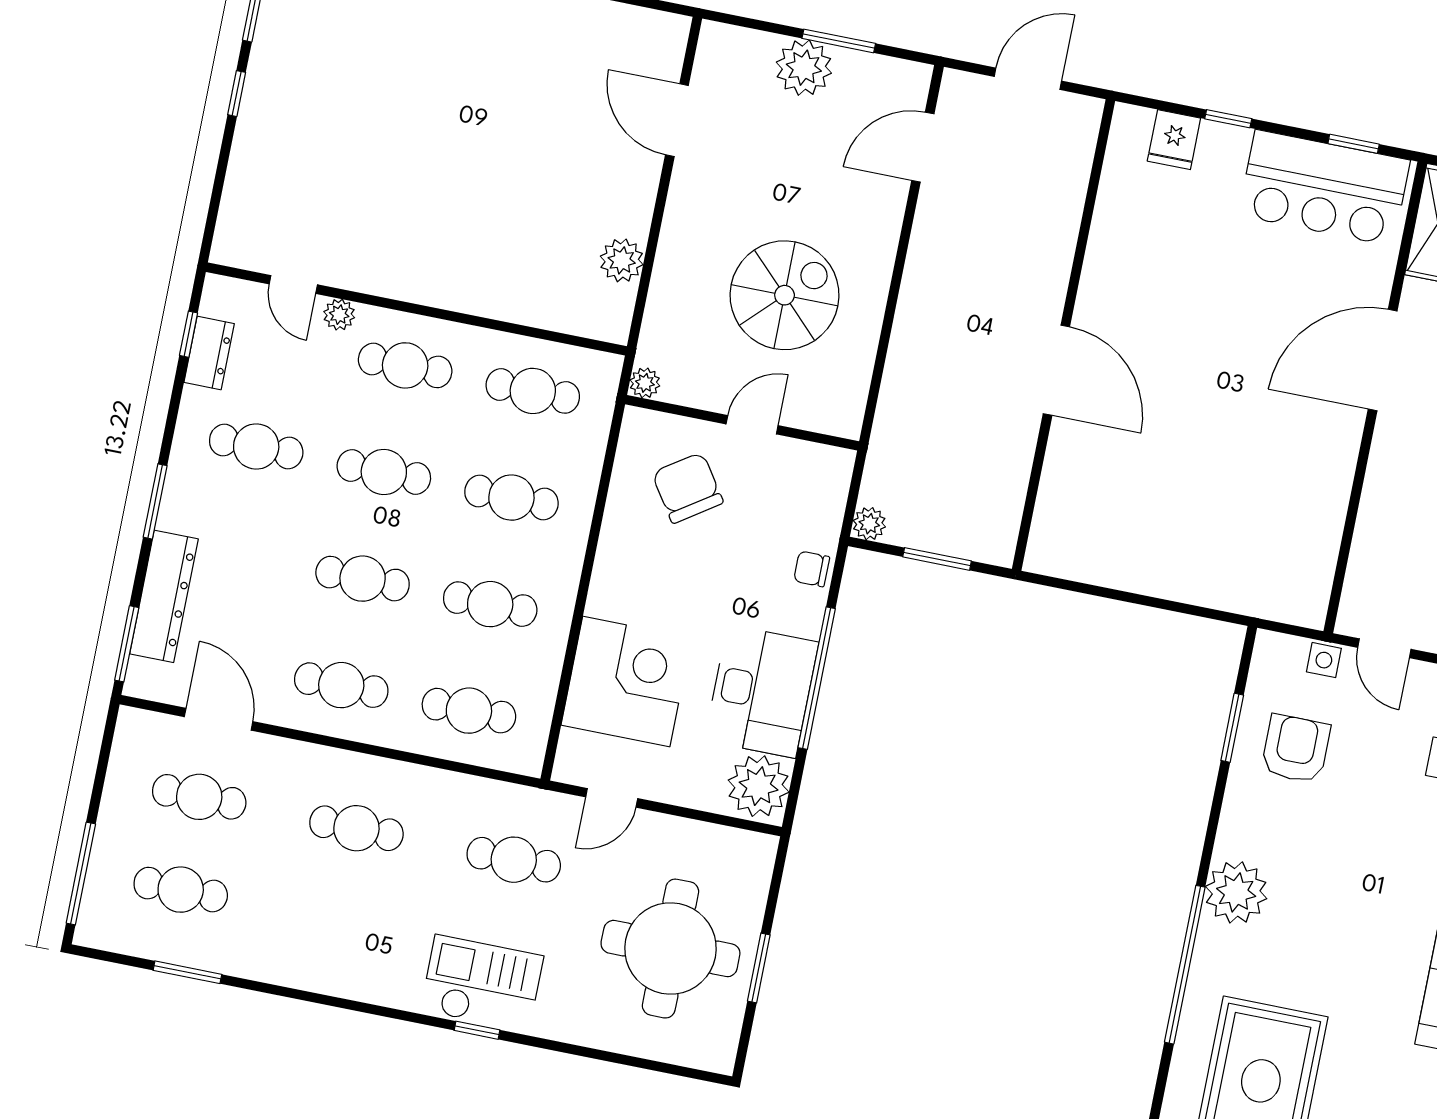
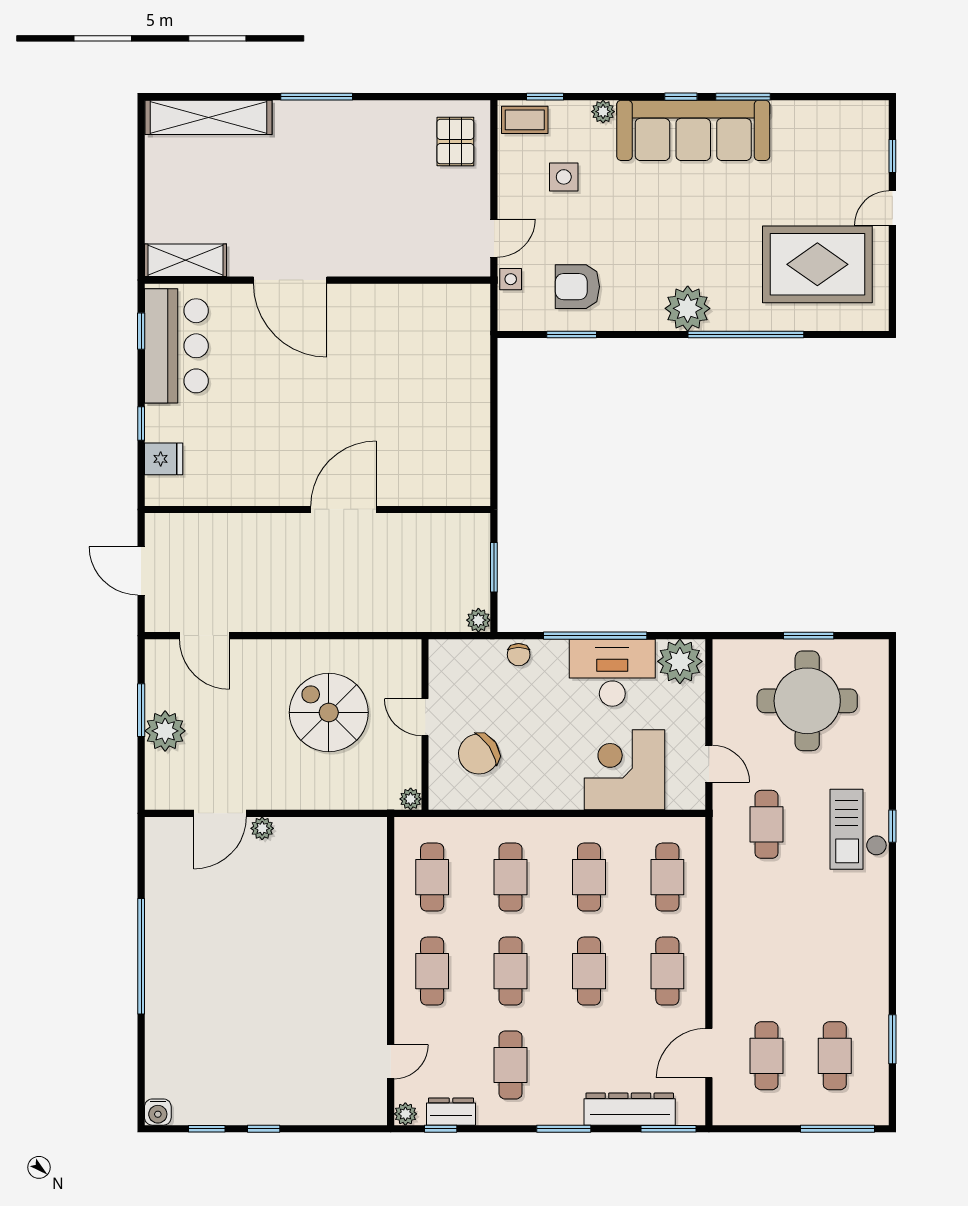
plant: (622, 260) -> (262, 828), moved, width x0.73, depth x0.73
plant: (339, 315) -> (405, 1114), moved
cafe table: (356, 828) -> (767, 940), removed

